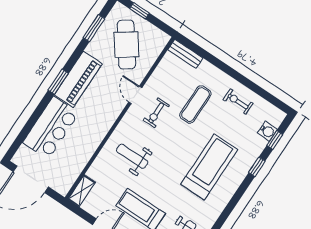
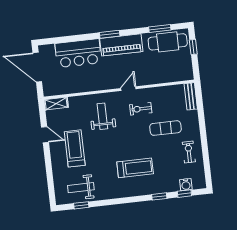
cafe table: (126, 45) -> (168, 42), moved, turned 36
door: (135, 95) -> (128, 89), moved
treadmill: (209, 167) -> (135, 168), width x0.73, depth x0.73

